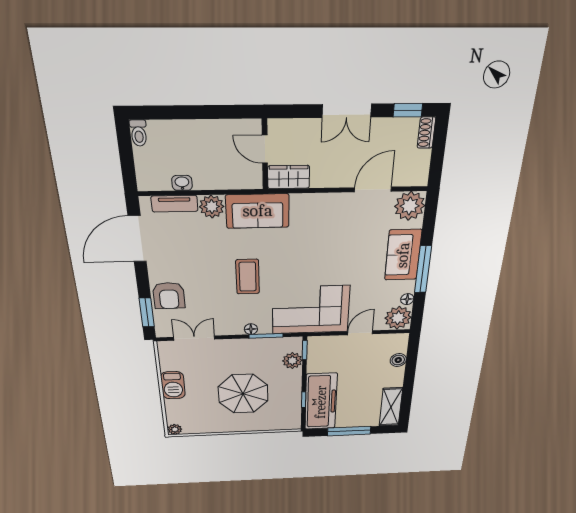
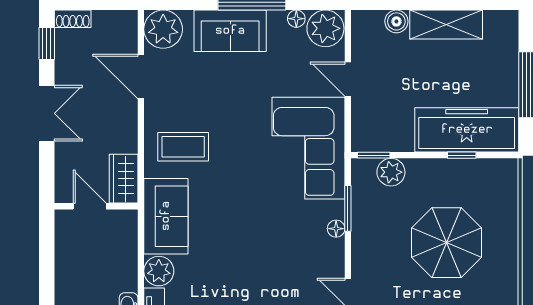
door: (265, 149) -> (90, 206), swing flipped
coffee table: (248, 277) -> (183, 147), moved
shelving: (391, 407) -> (446, 25), moved

